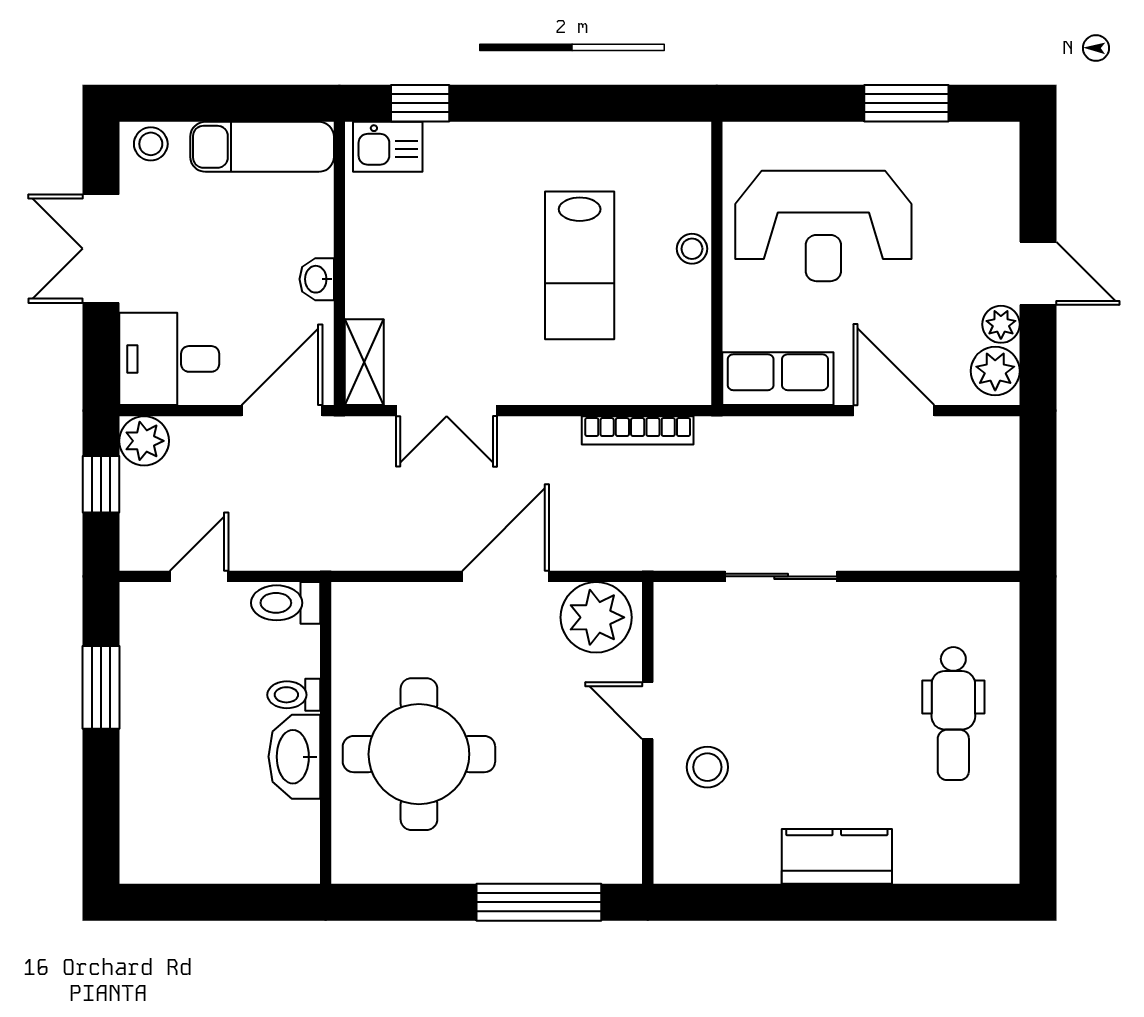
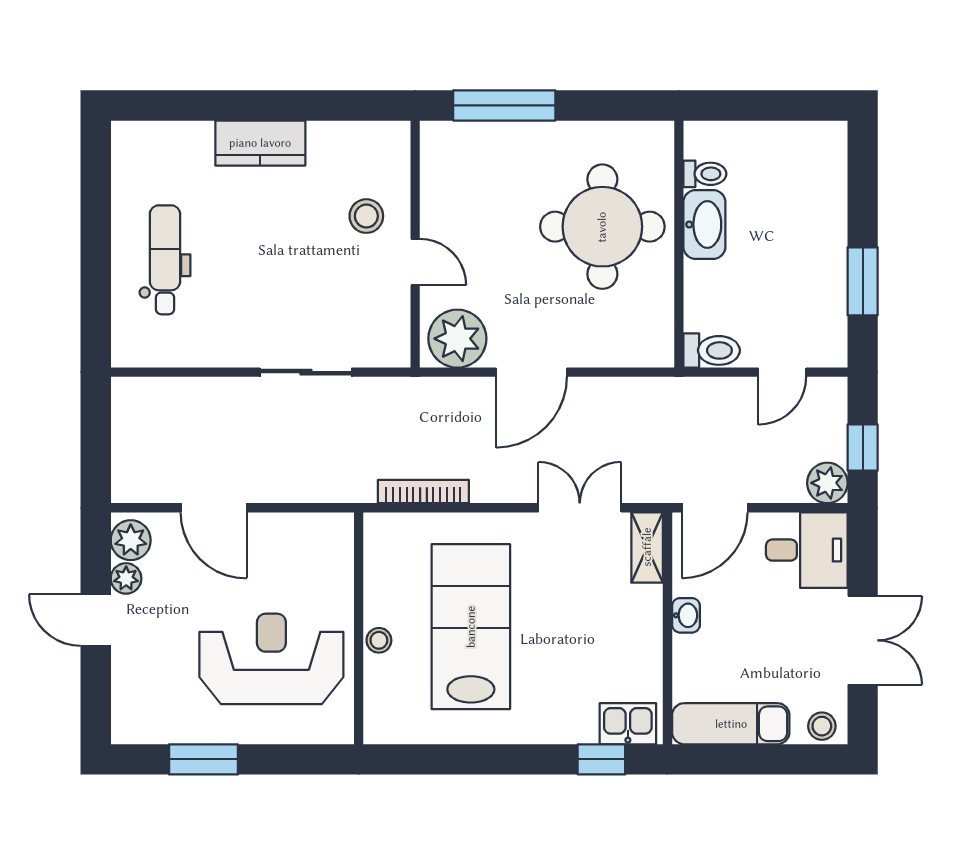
lab bench: (580, 265) -> (471, 627), width x1.36, depth x1.39
row of seats: (778, 379) -> (309, 534), removed
toilet: (294, 695) -> (705, 174), moved

